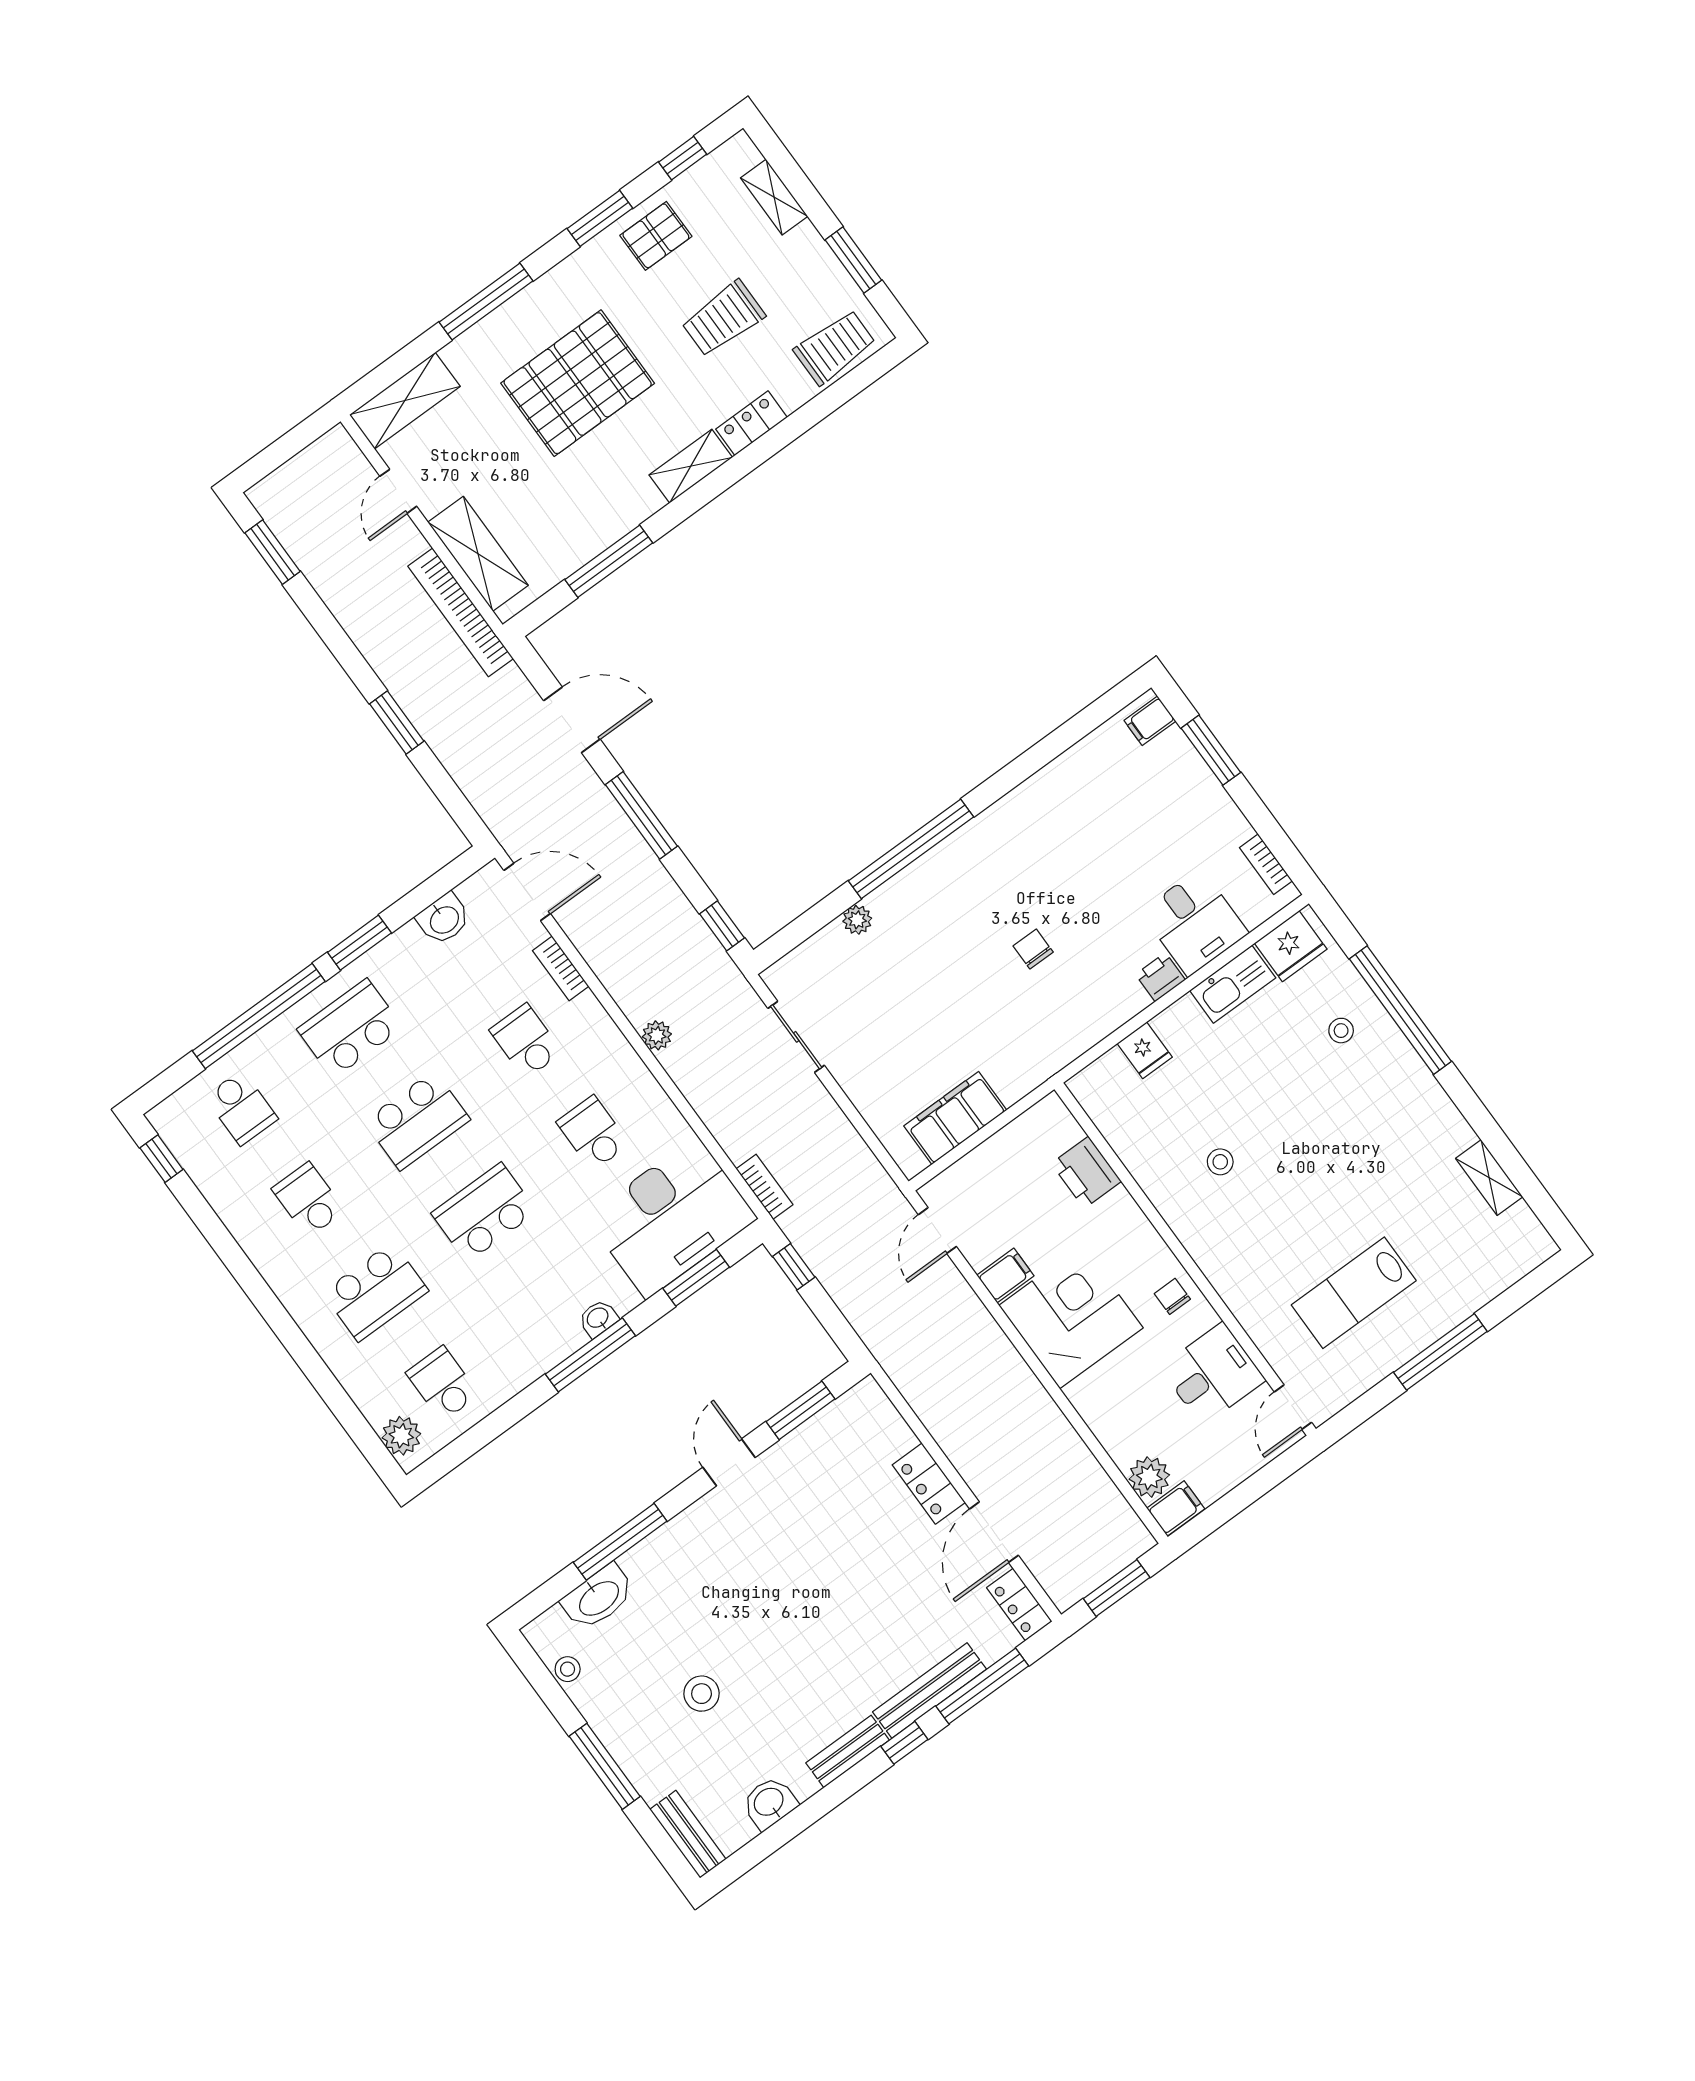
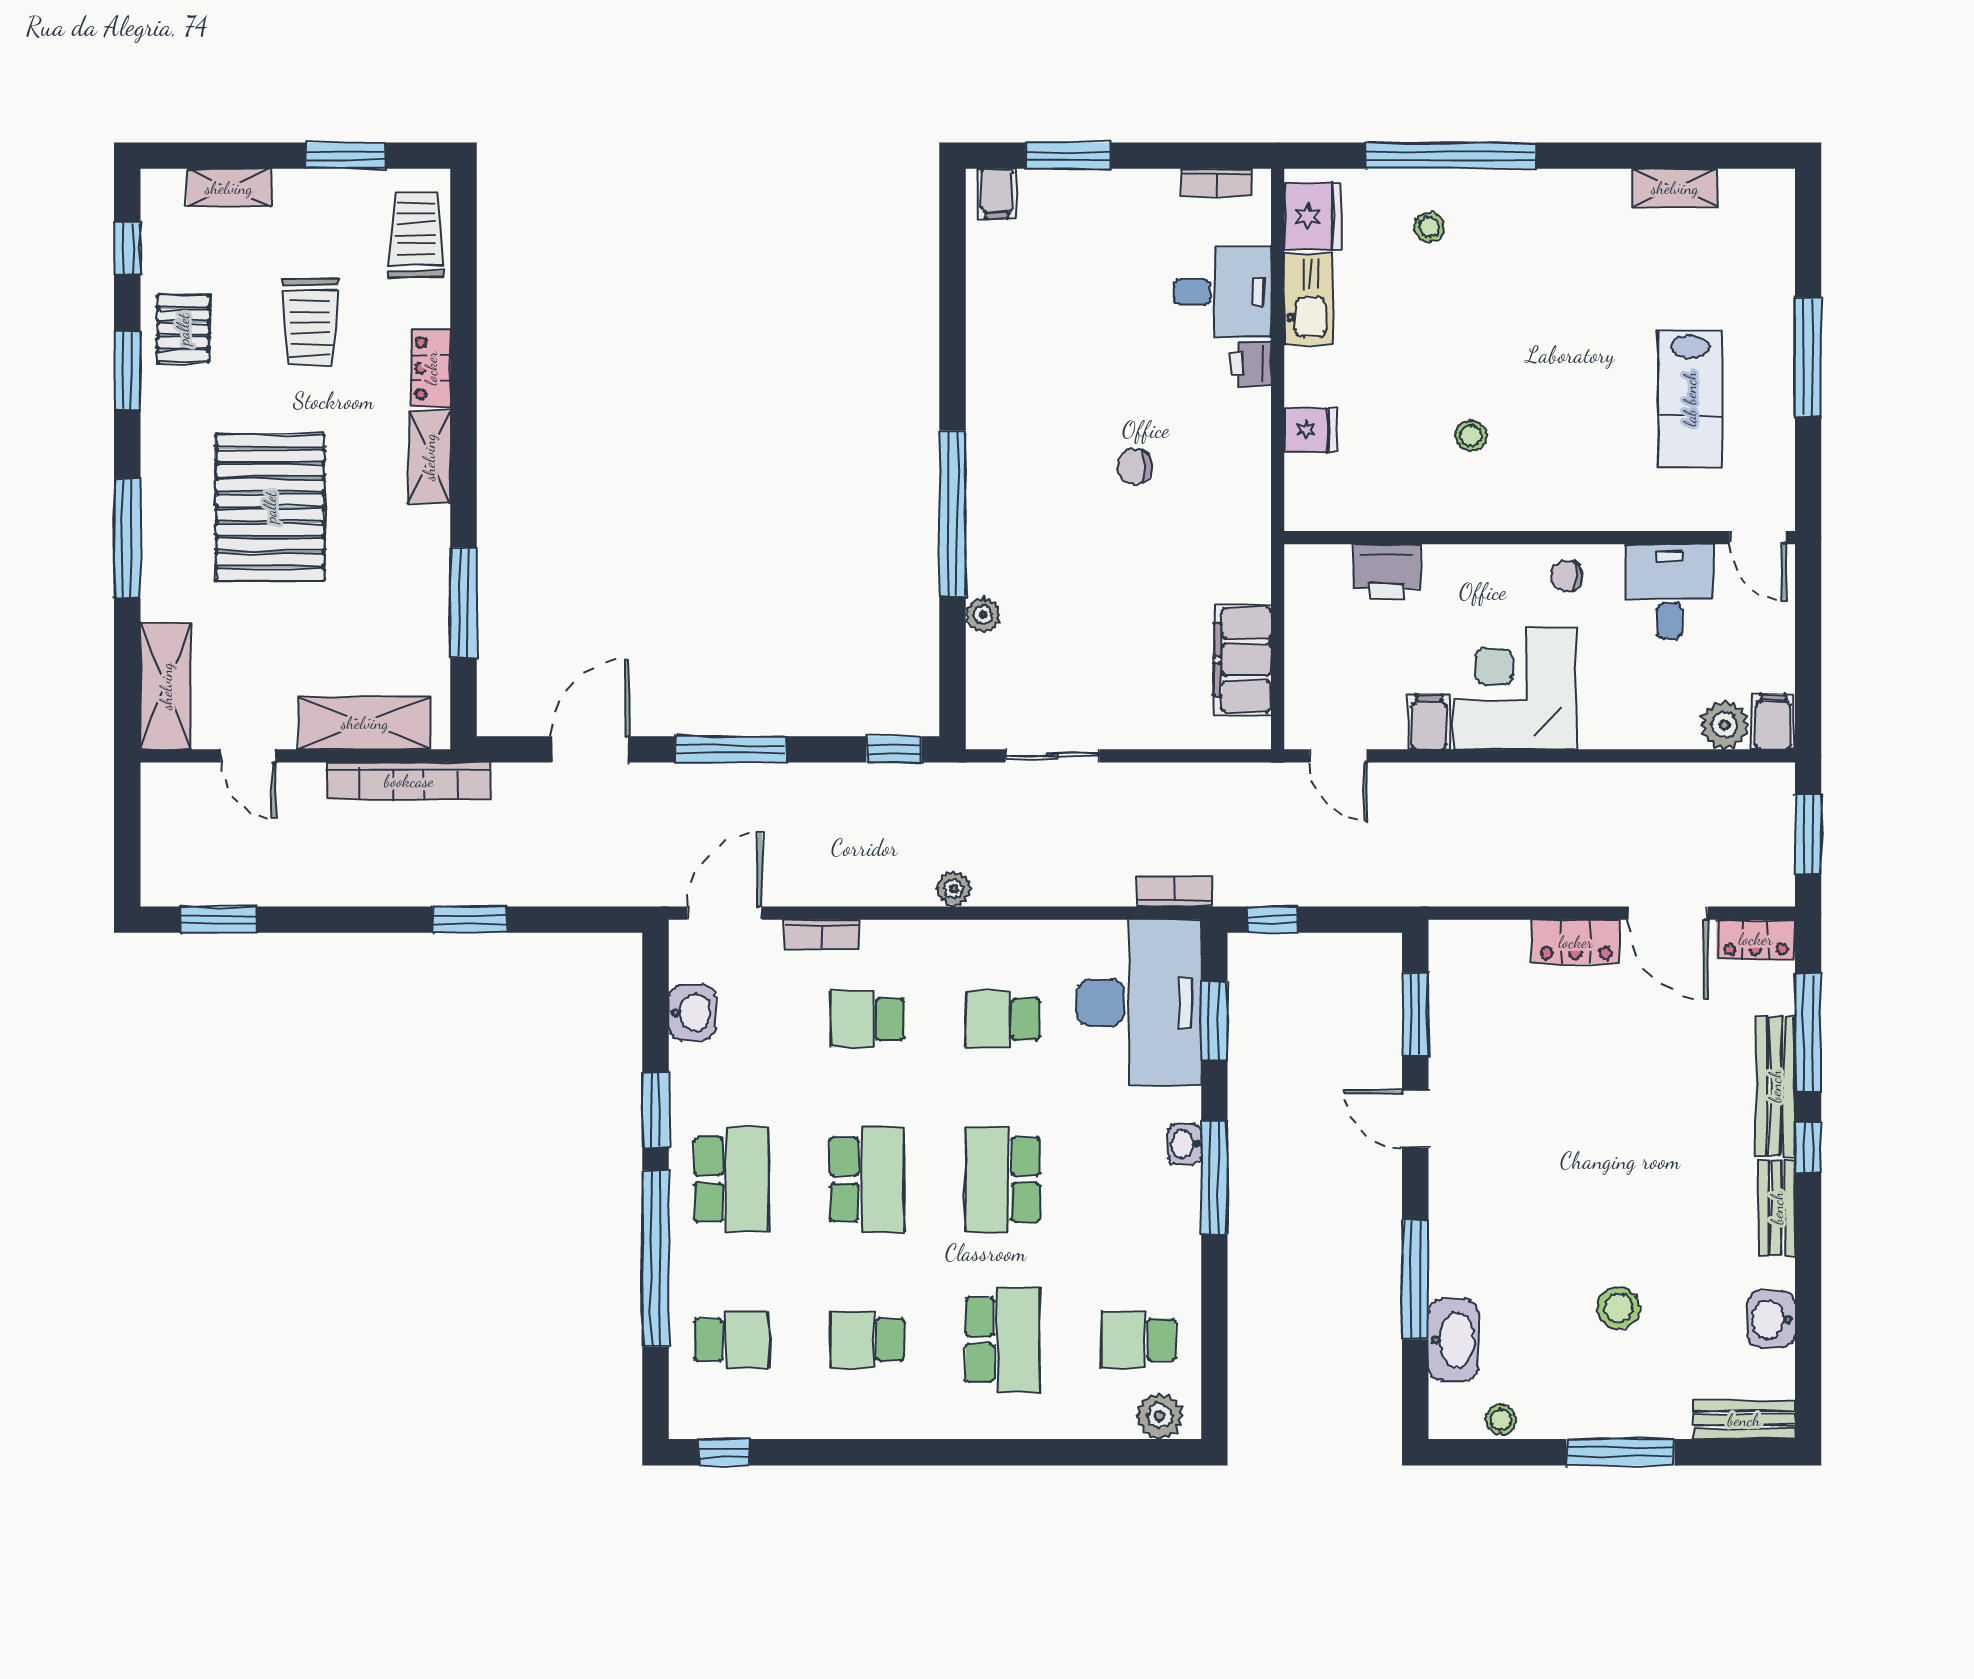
school desk: (350, 1028) -> (732, 1179), turned 180

